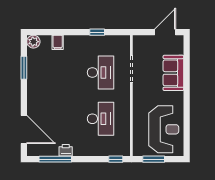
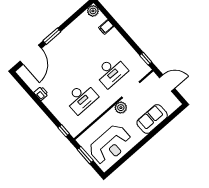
window: (97, 32) -> (146, 59), moved
door: (165, 32) -> (167, 83), moved
window: (24, 68) -> (52, 36), moved
plant: (139, 92) -> (121, 108), added
window: (55, 159) -> (29, 92), removed

